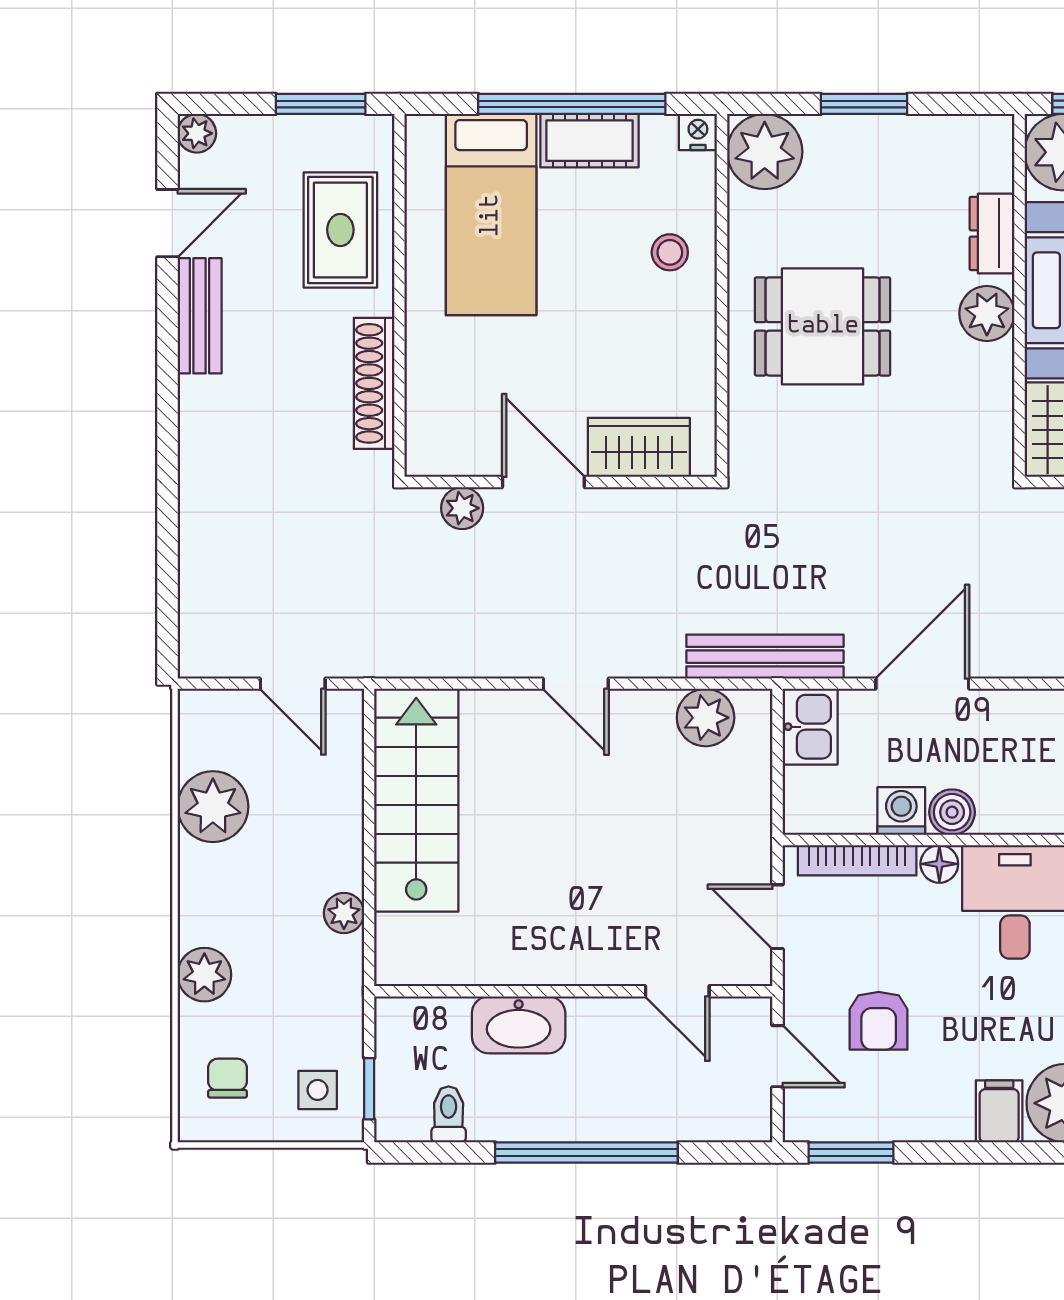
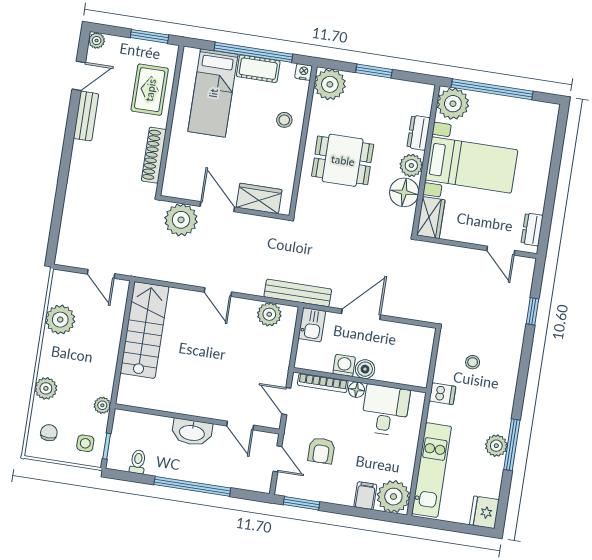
floor lamp: (980, 380) -> (404, 192), added
plant: (462, 508) -> (181, 220), width x1.87, depth x1.87
plant: (344, 913) -> (102, 405), moved
washbasin: (519, 1025) -> (192, 432), moved

